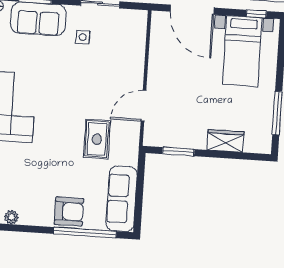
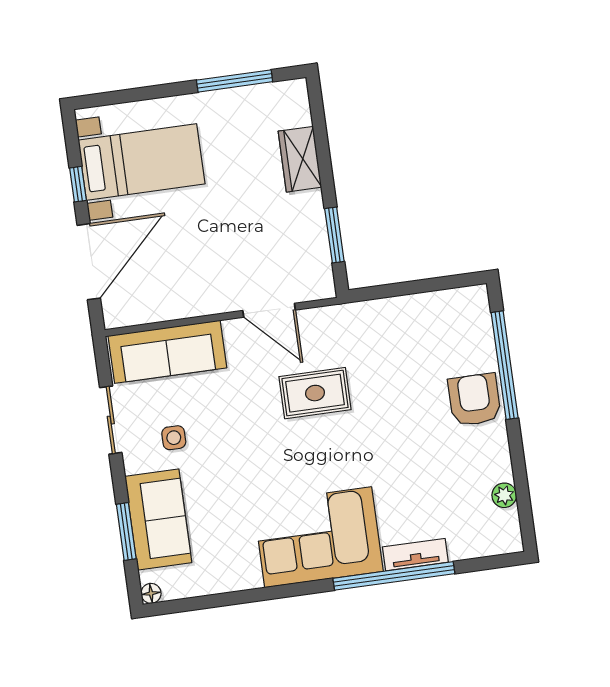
window: (256, 14) -> (78, 184), moved
rug: (97, 139) -> (315, 393), moved
sofa: (122, 199) -> (167, 352), moved

